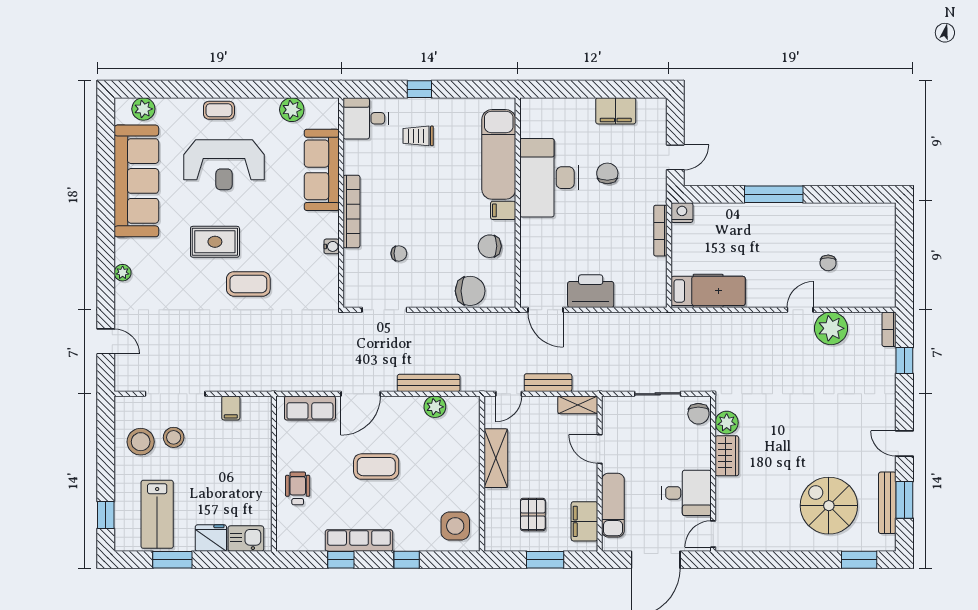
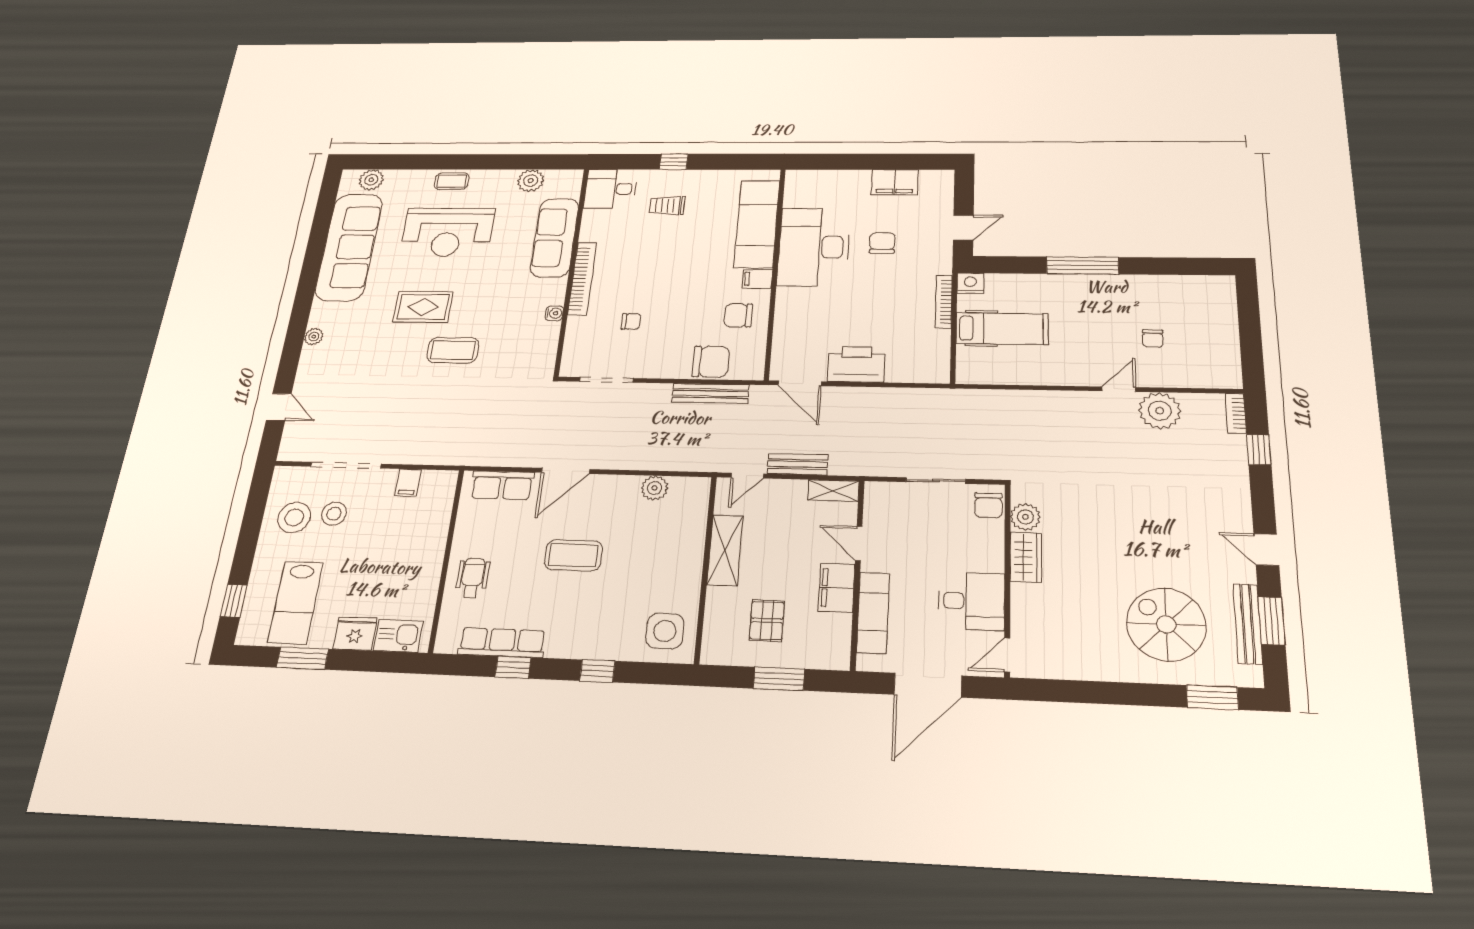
hospital bed: (708, 291) -> (1002, 329), moved
bench: (429, 383) -> (710, 393), moved
filing cabinet: (584, 521) -> (837, 588), moved
row of seats: (359, 541) -> (502, 643), moved

